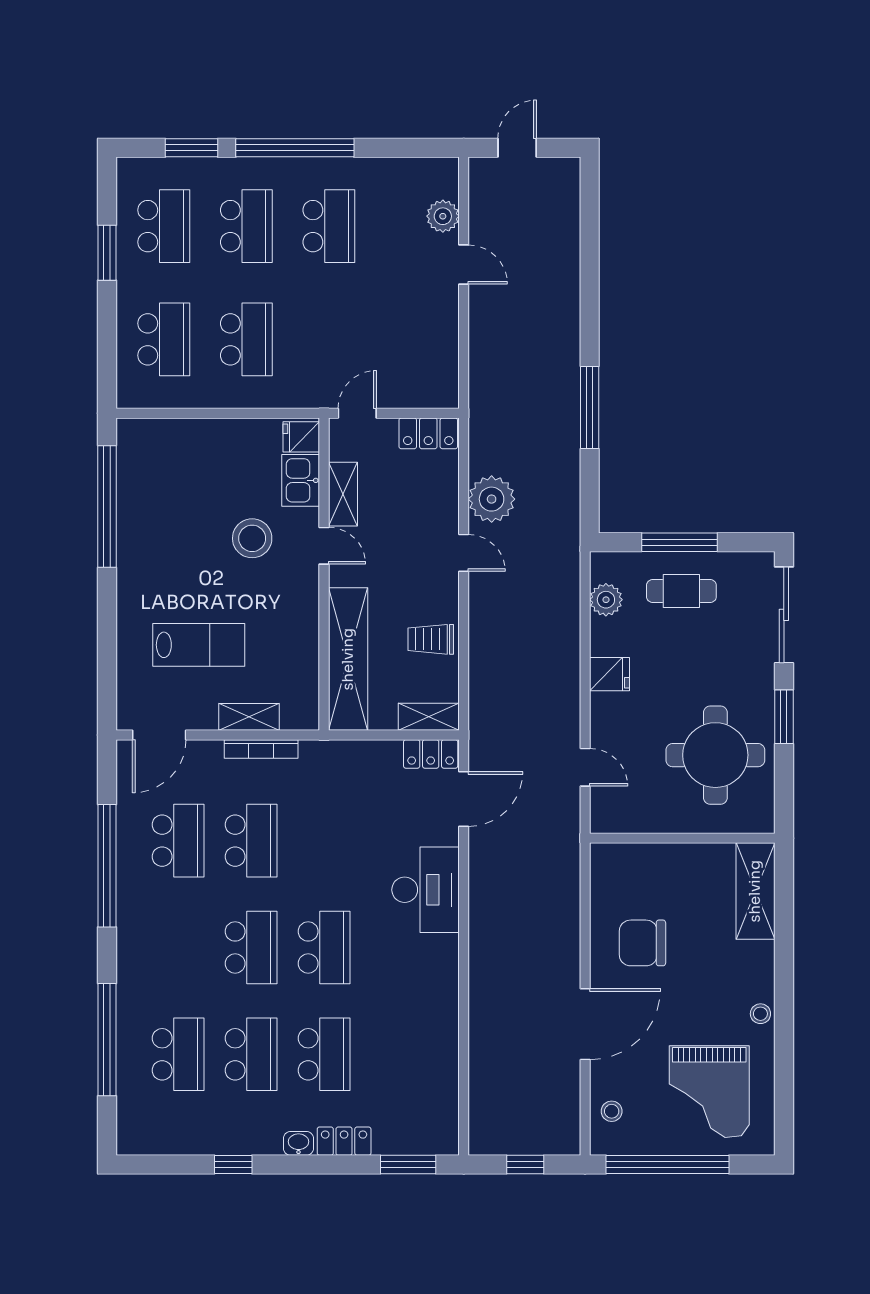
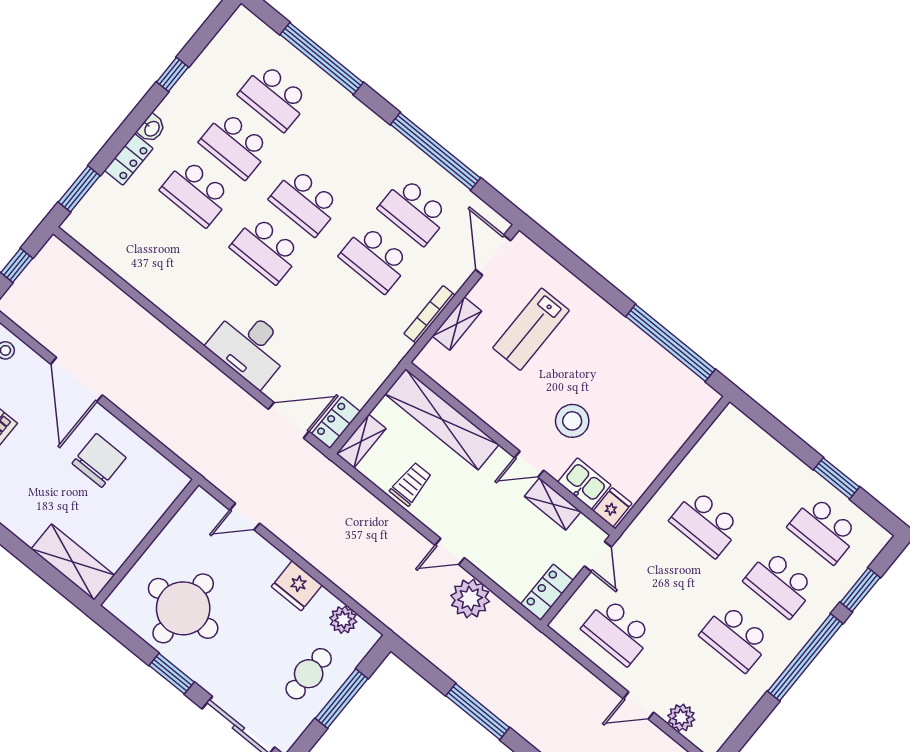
school desk: (164, 339) -> (617, 631), moved
fridge: (610, 674) -> (297, 586), width x1.38
door: (464, 799) -> (289, 420), swing flipped

